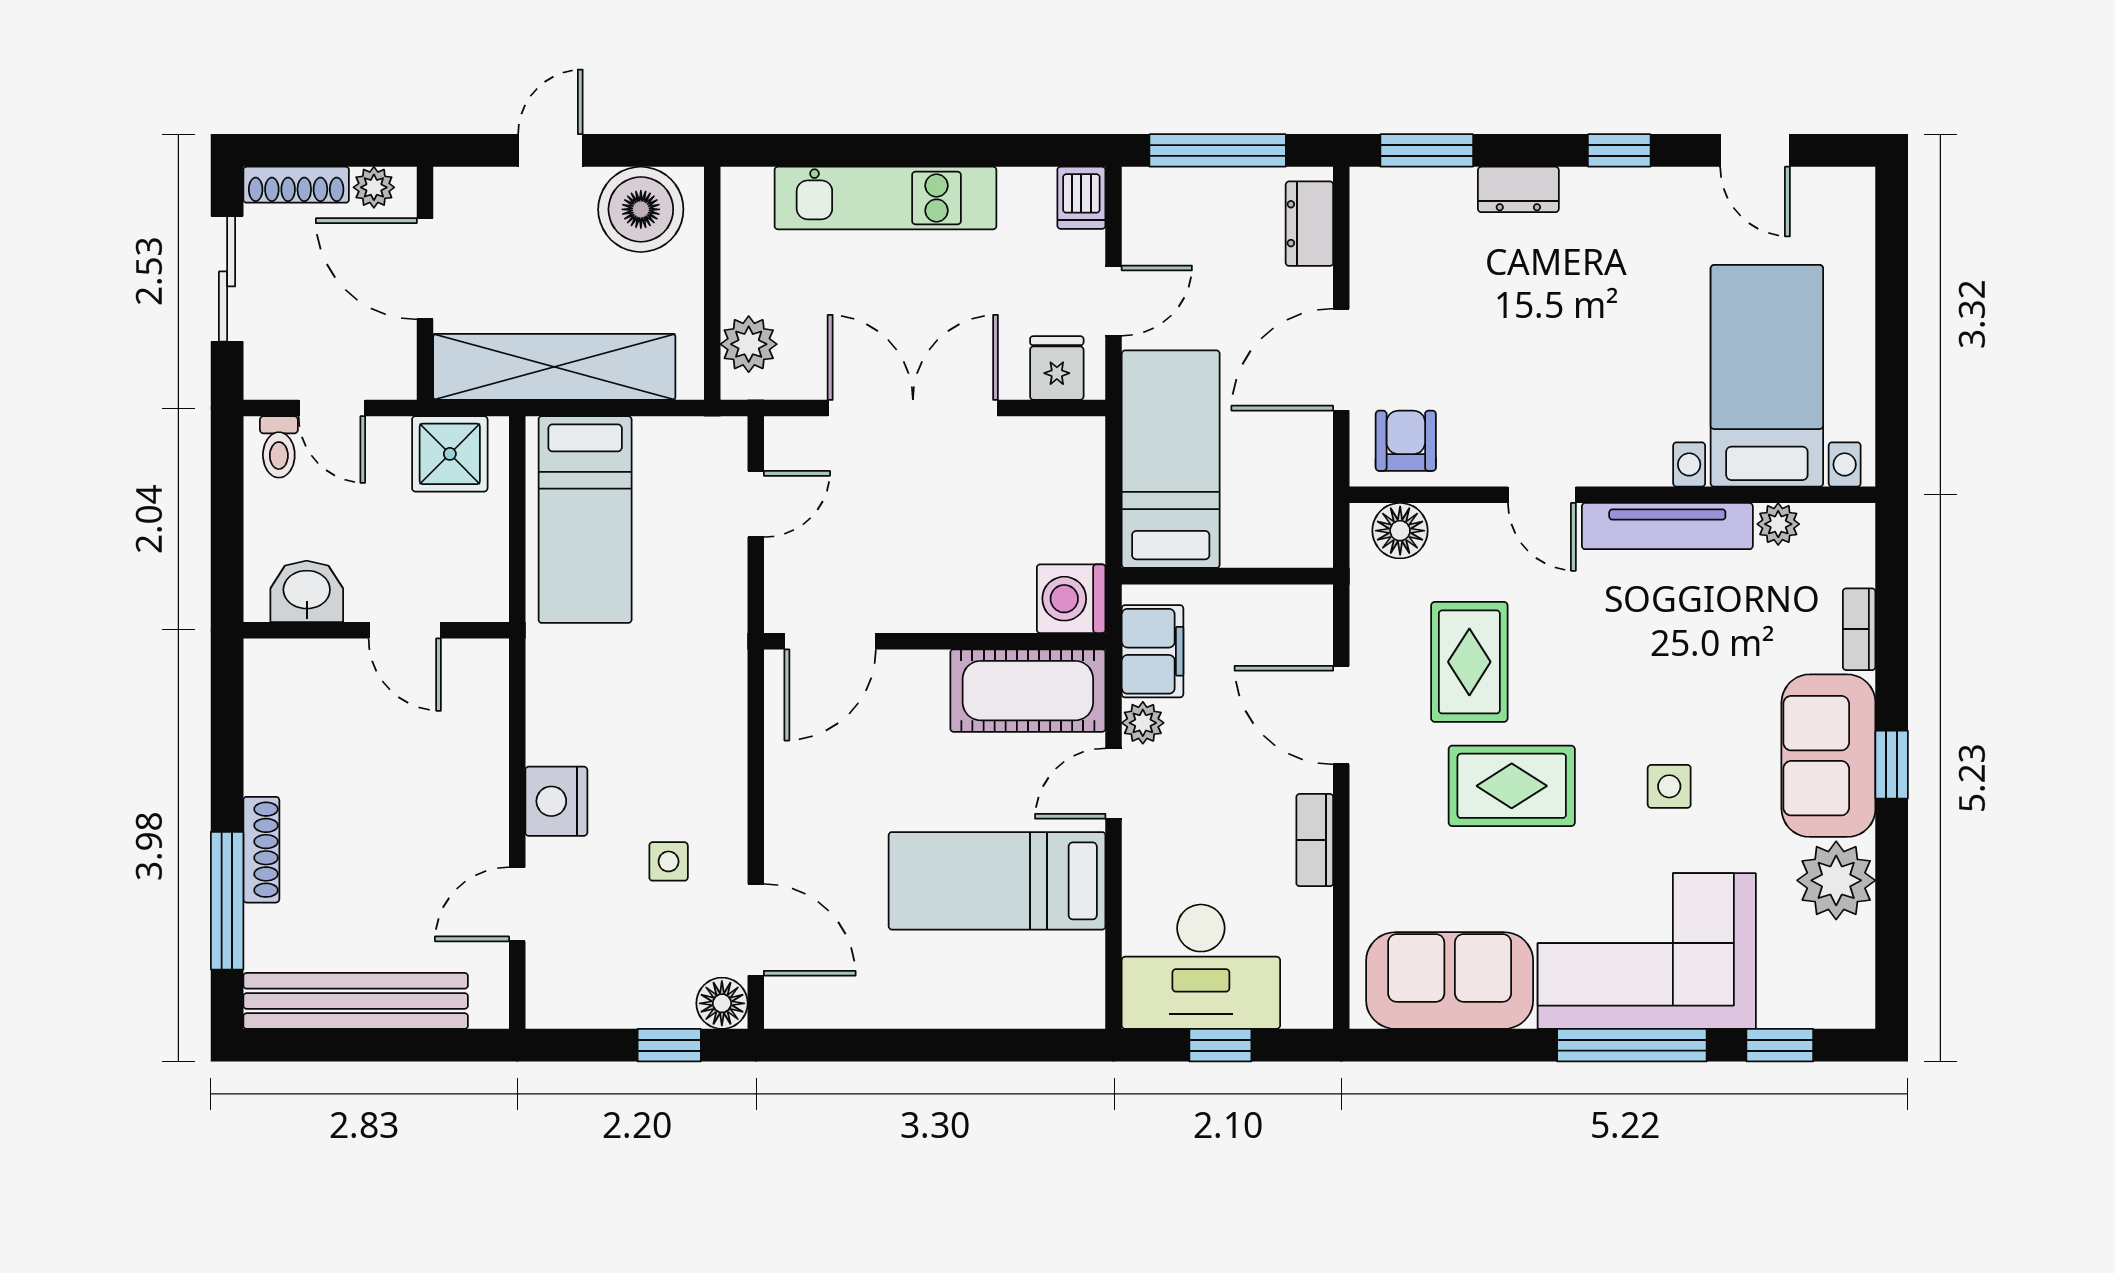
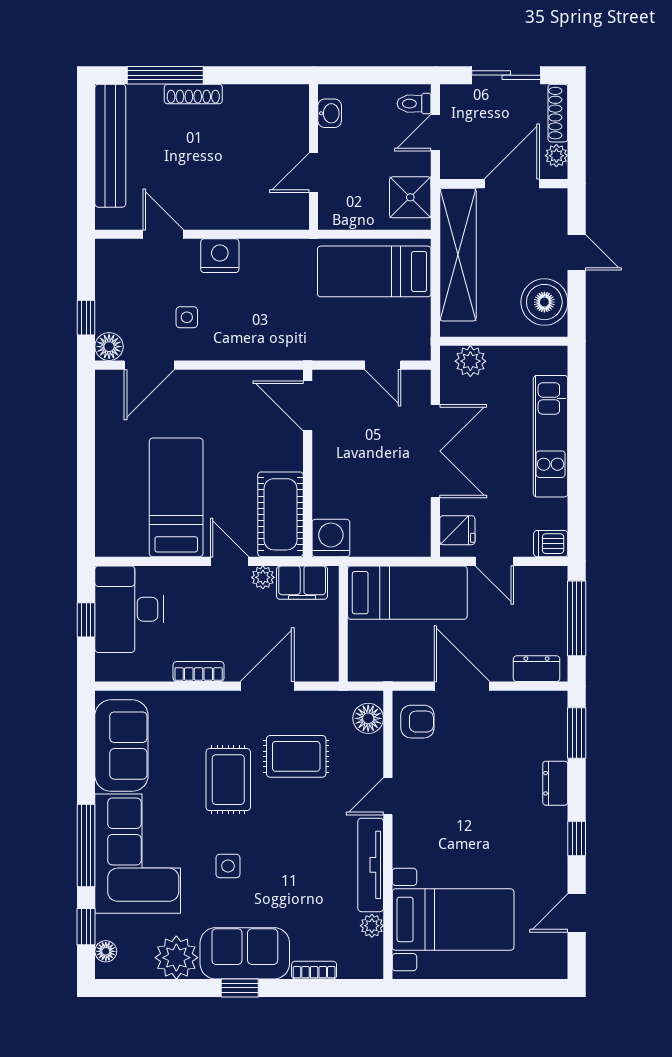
washbasin: (307, 591) -> (330, 113), width x0.72, depth x0.69
floor lamp: (1825, 1009) -> (106, 951), added

